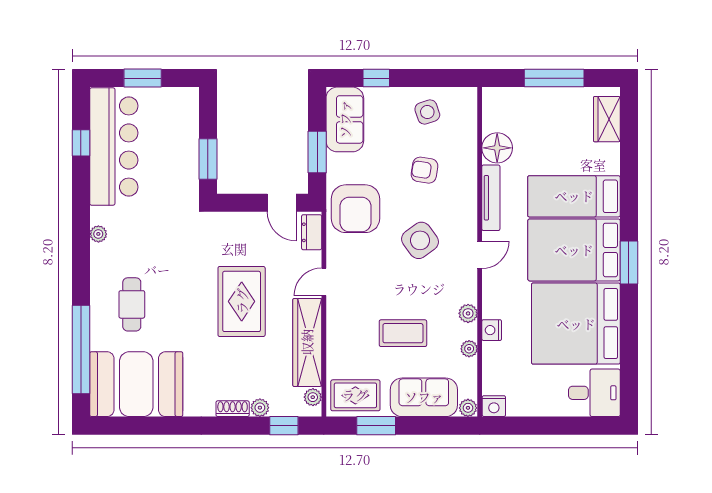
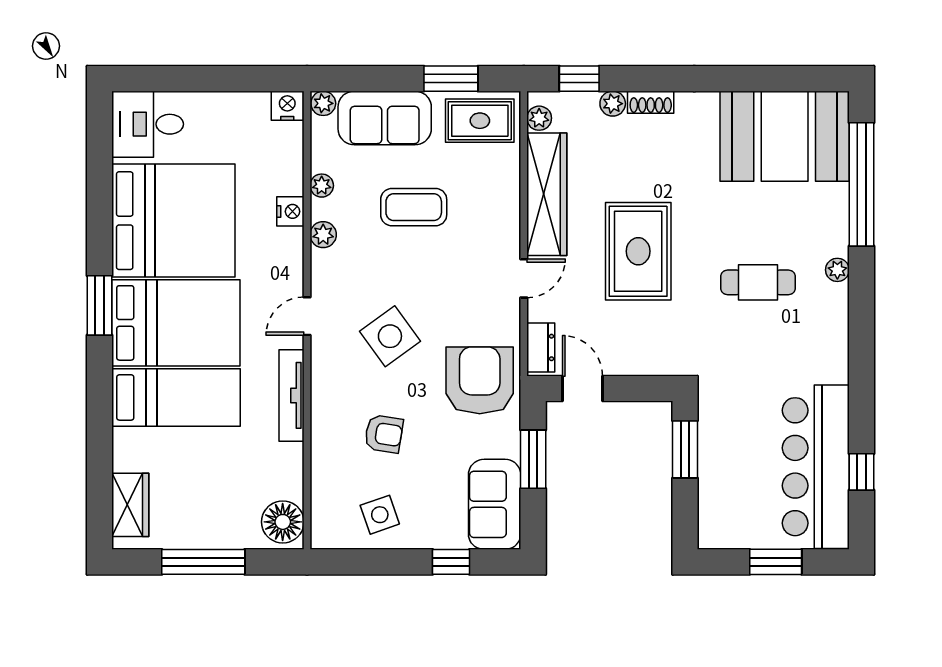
floor lamp: (497, 148) -> (283, 522), moved
plant: (98, 234) -> (837, 270), moved
cafe table: (132, 304) -> (758, 282), moved, turned 90

